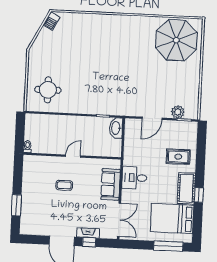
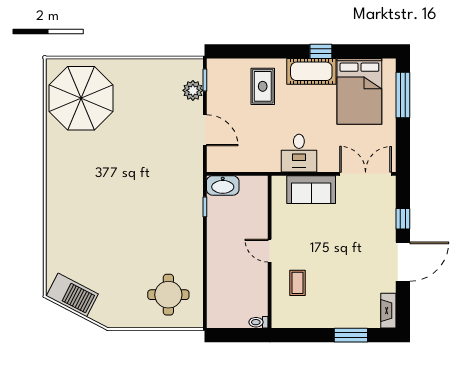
barbecue: (52, 21) -> (72, 295), width x1.88, depth x1.53
coffee table: (64, 185) -> (298, 283), moved
fireplace: (88, 233) -> (388, 311), moved

